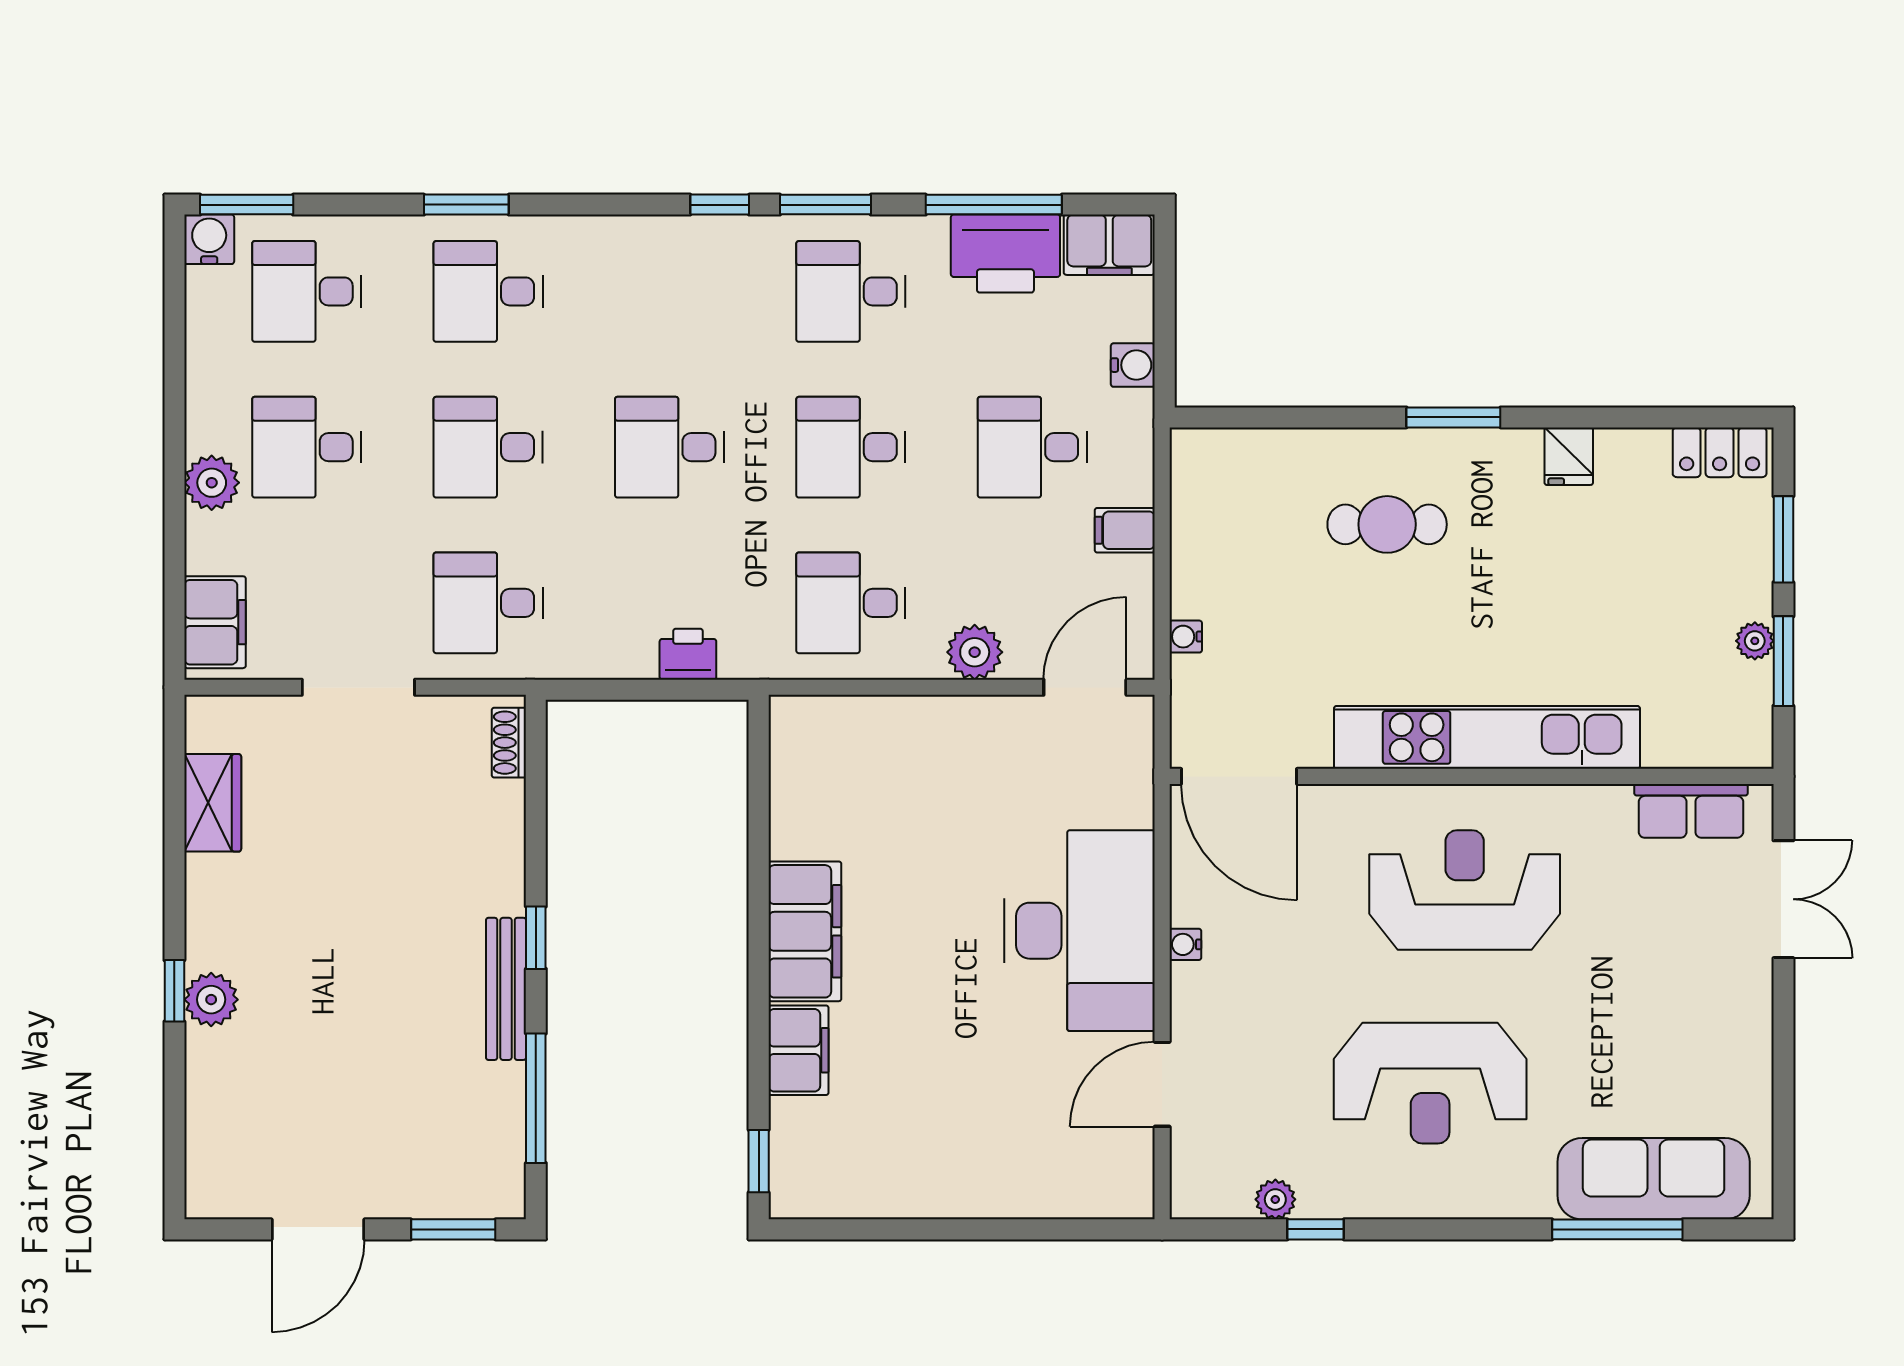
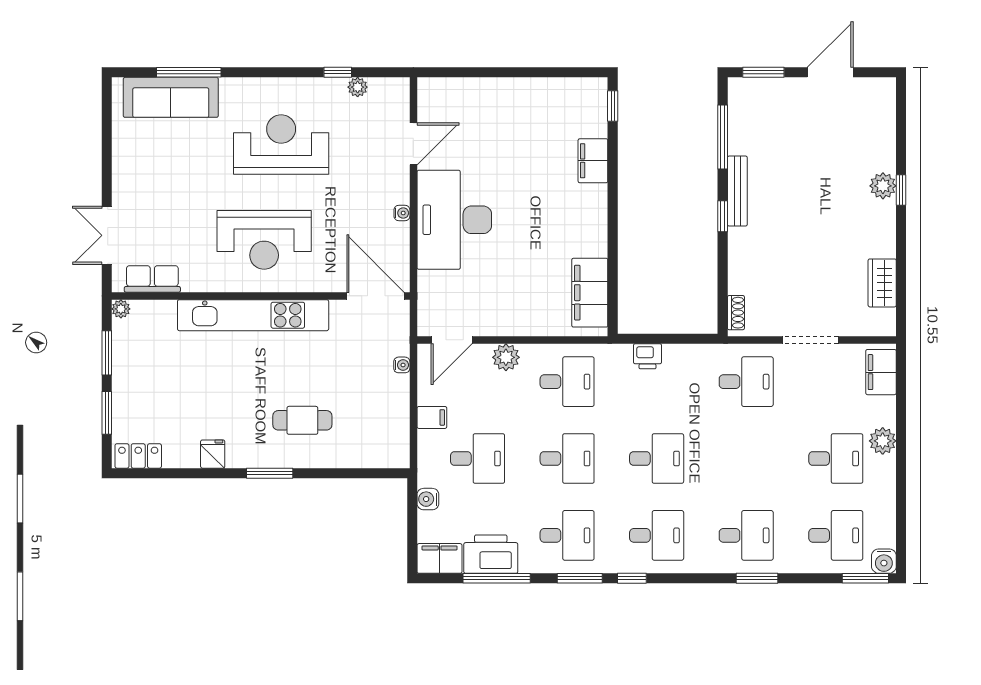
desk: (488, 447) -> (657, 535), moved
plant: (1755, 641) -> (121, 309), moved
filing cabinet: (805, 931) -> (590, 293), moved

